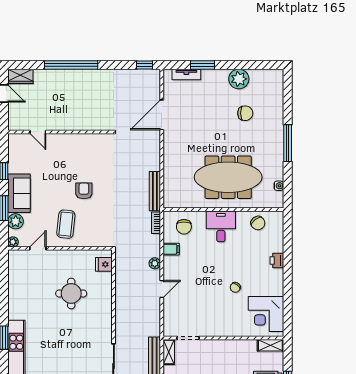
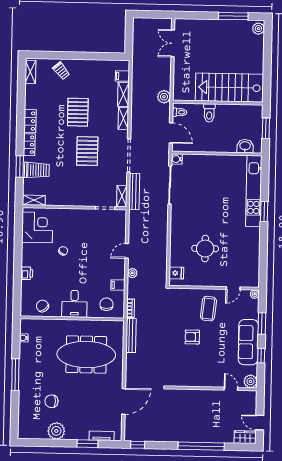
meeting table: (228, 177) -> (86, 354), moved
armchair: (84, 191) -> (192, 337), turned 90
sofa: (19, 193) -> (248, 342), width x1.36
plant: (16, 221) -> (250, 381), moved

